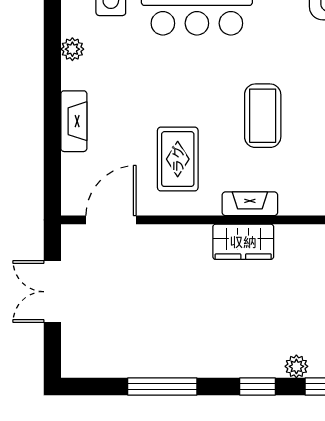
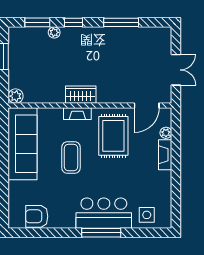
plant: (72, 49) -> (166, 133), moved
rug: (178, 159) -> (113, 136), width x1.36, depth x1.43

